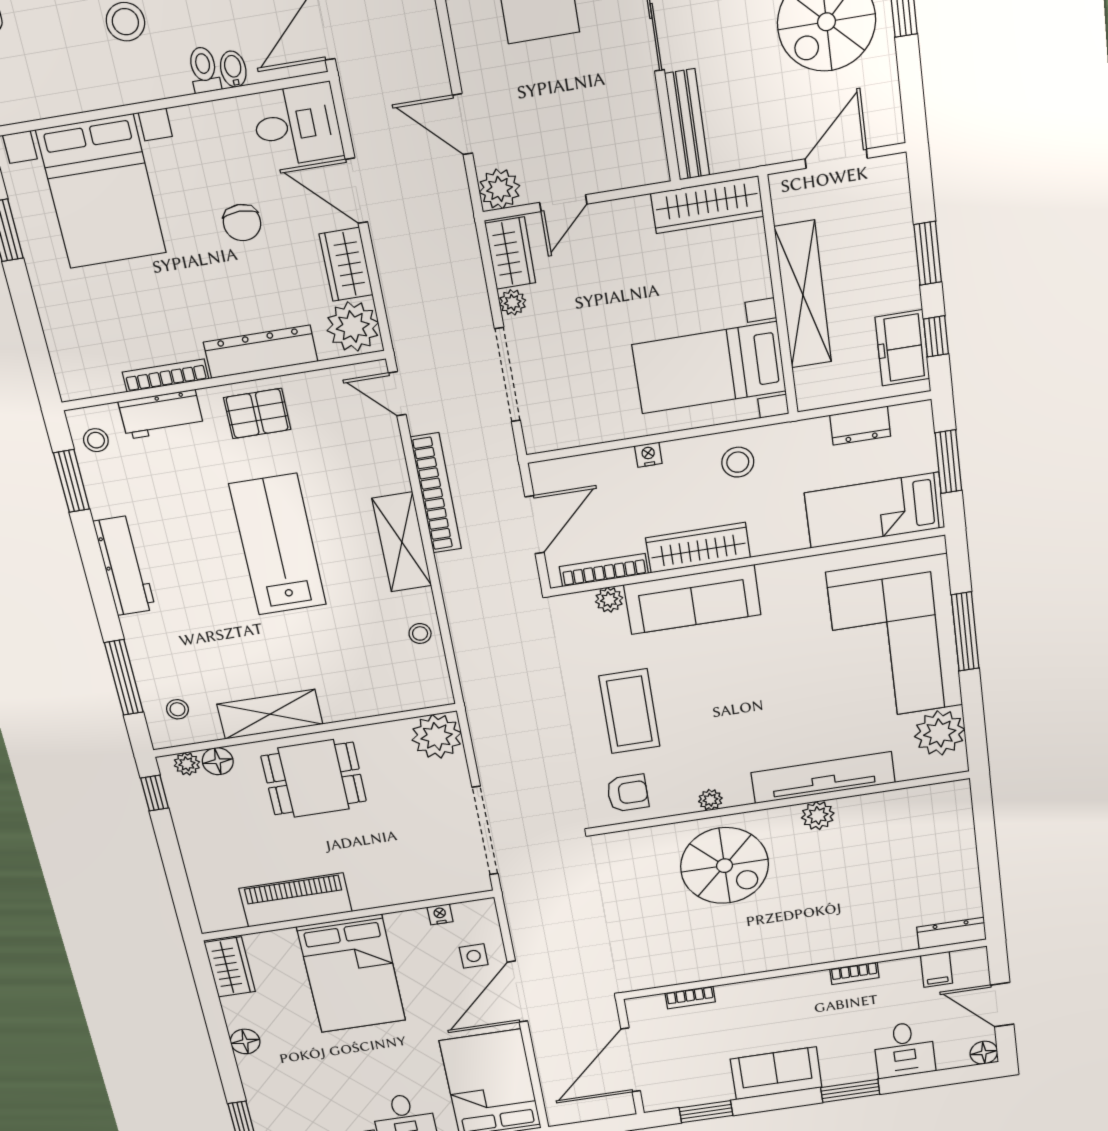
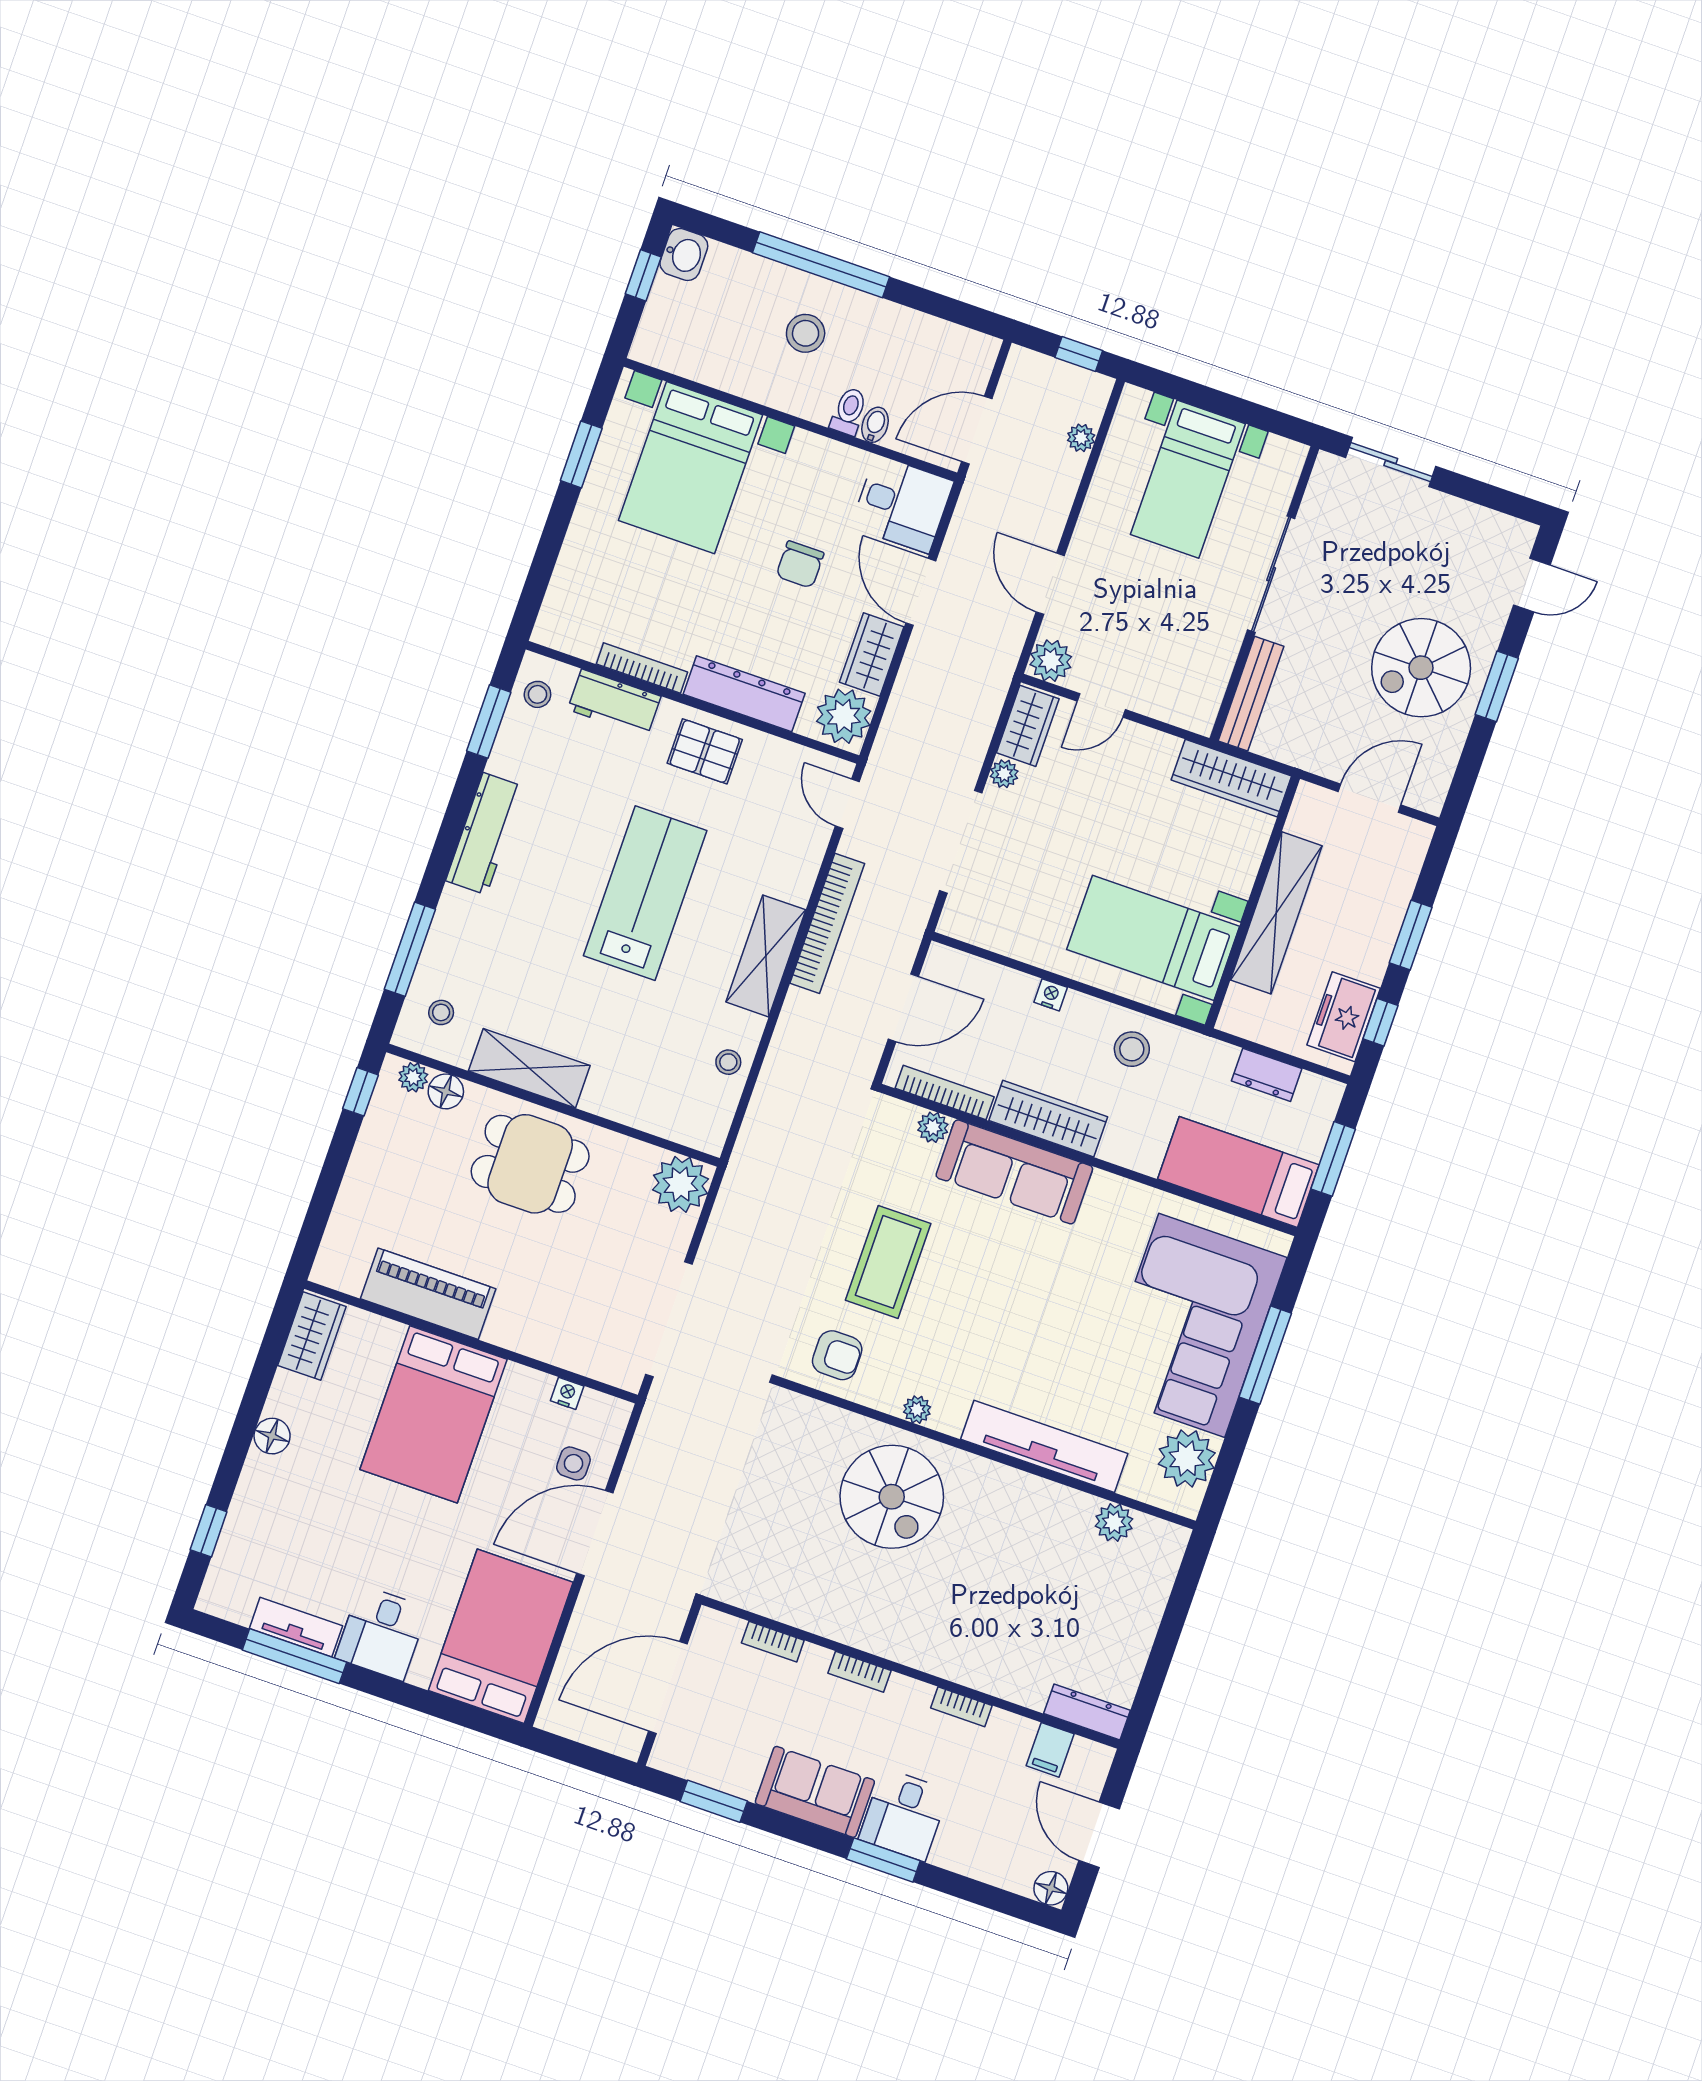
plant: (818, 816) -> (1114, 1522), moved
bookcase: (766, 986) -> (859, 1672), added
desk: (904, 1050) -> (904, 1815), moved

